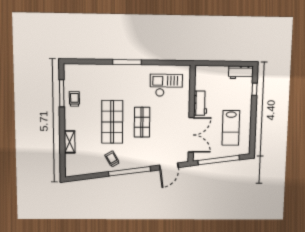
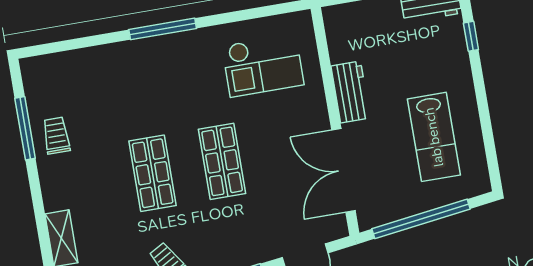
checkout: (166, 85) -> (263, 65), turned 180
shop shelf: (112, 122) -> (153, 173), width x0.70, depth x0.74
double door: (191, 135) -> (343, 170), swing flipped

